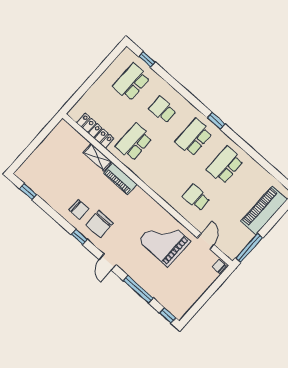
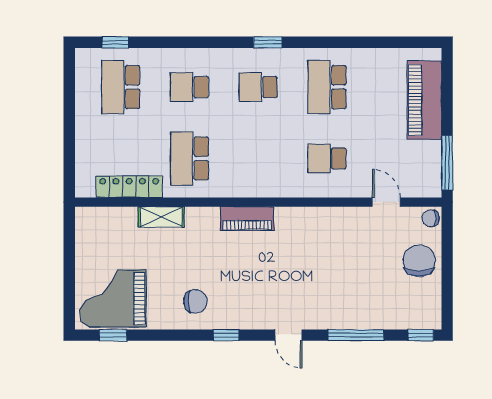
school desk: (194, 137) -> (258, 87), width x0.54
piano: (120, 179) -> (247, 219), moved
chair: (100, 224) -> (419, 261), moved, turned 180
grand piano: (164, 241) -> (113, 298), moved

